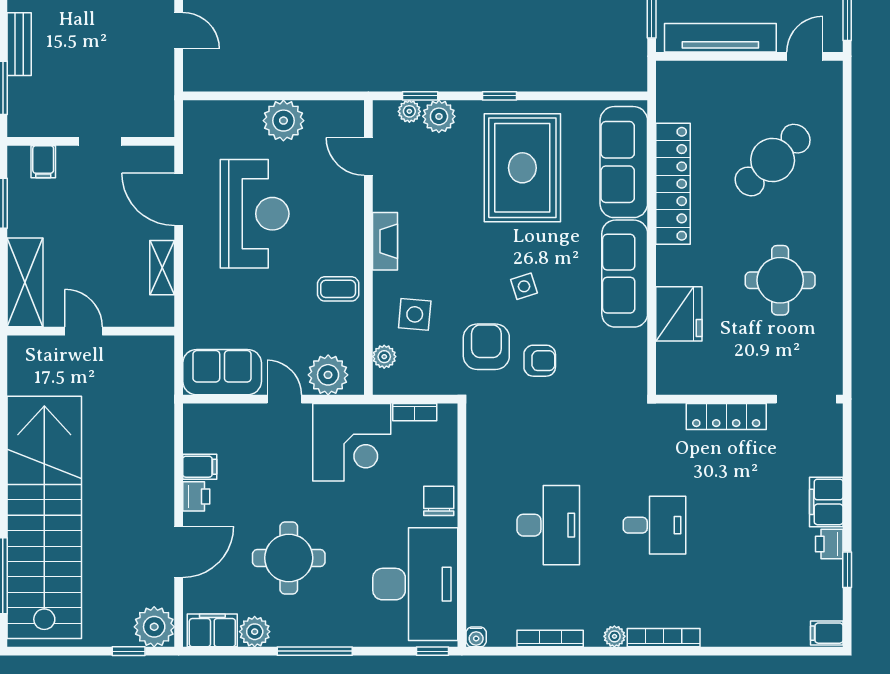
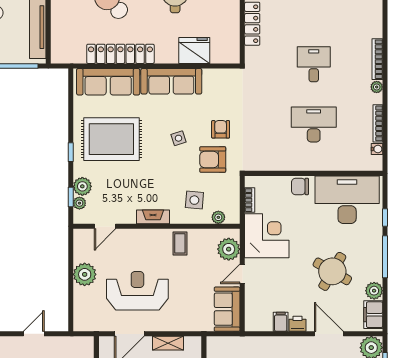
round table: (289, 558) -> (332, 271), turned 30
water cooler: (476, 637) -> (377, 149), moved
window: (433, 651) -> (385, 217), moved

